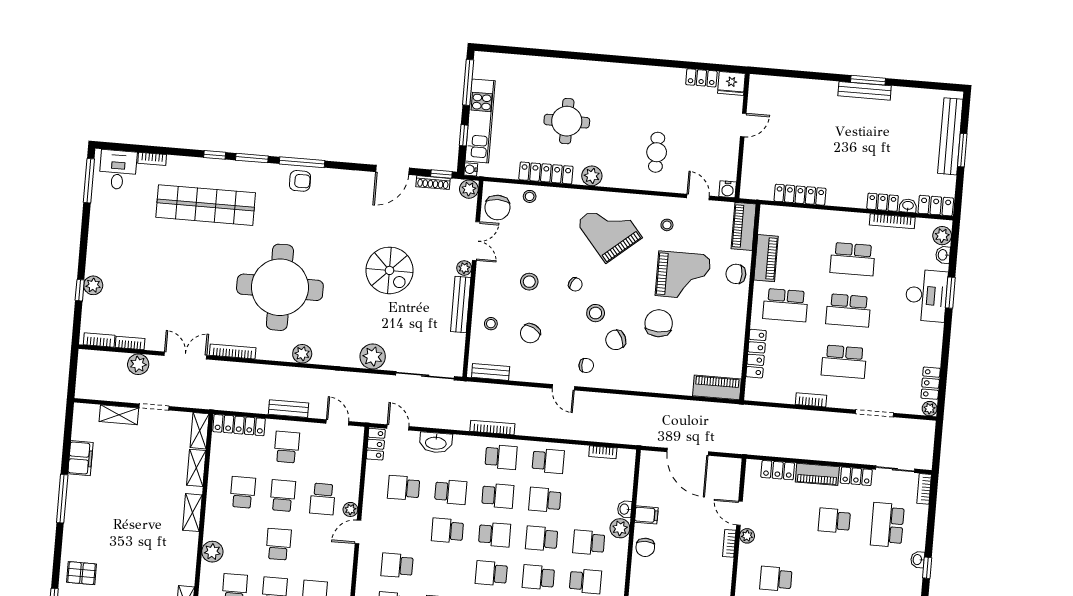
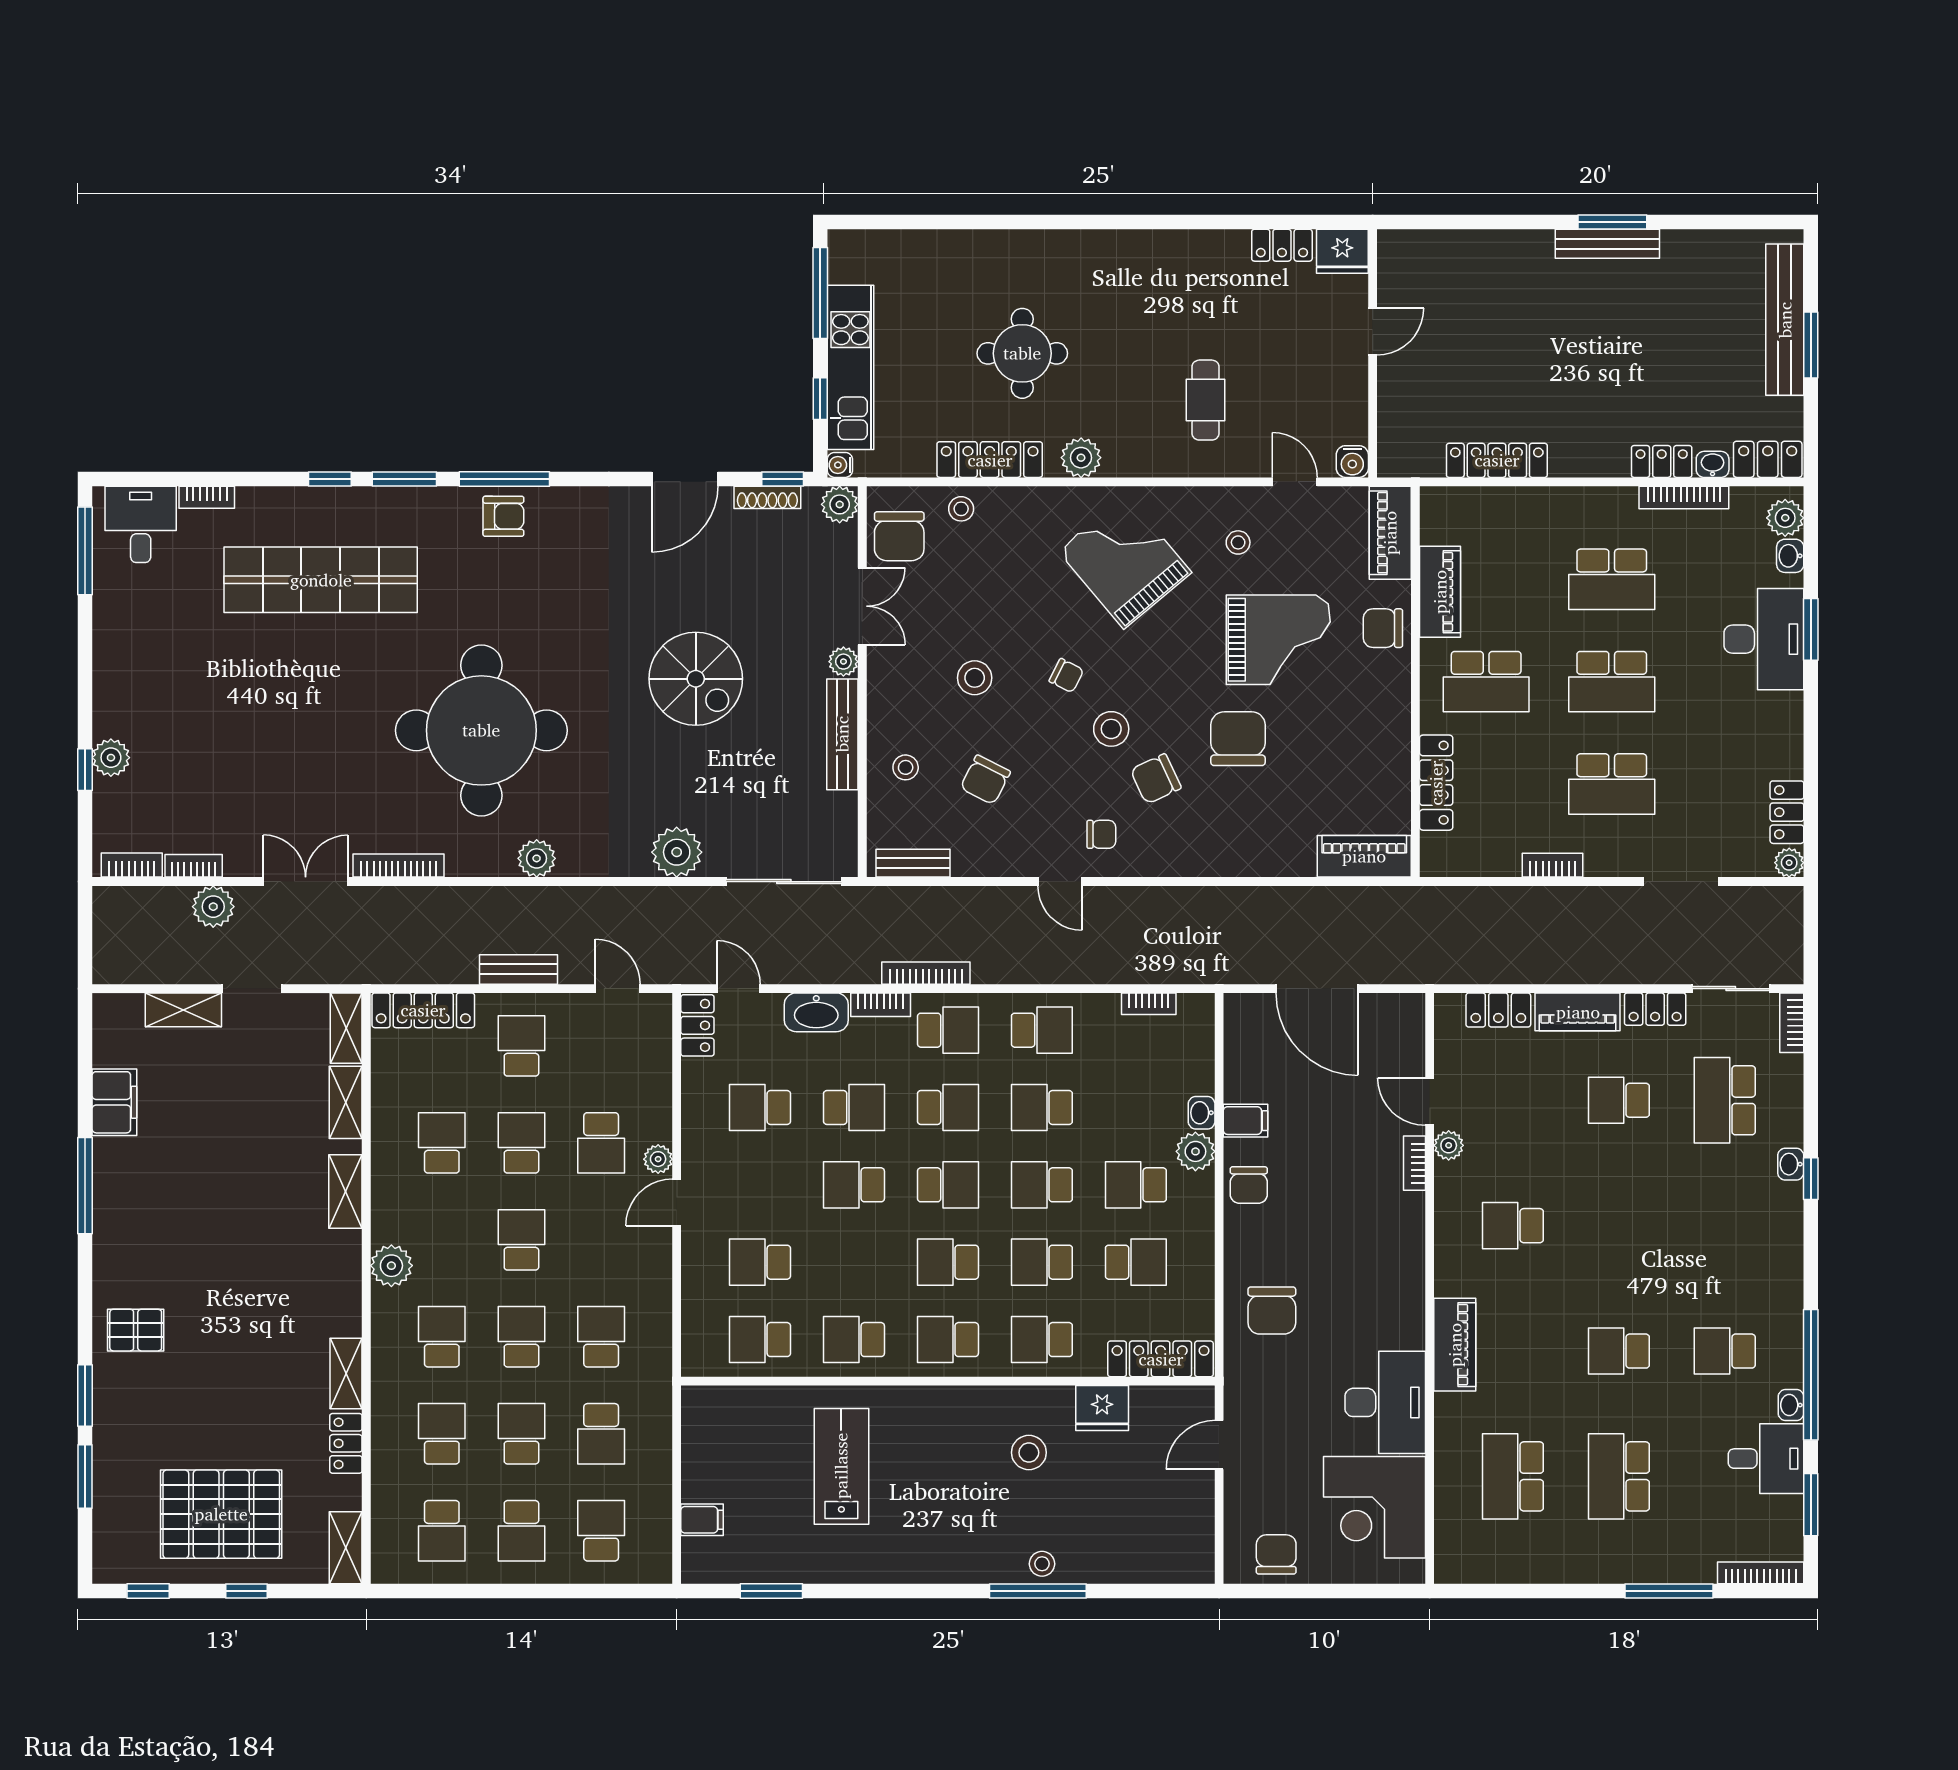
bookcase: (468, 441) -> (881, 1005), added

